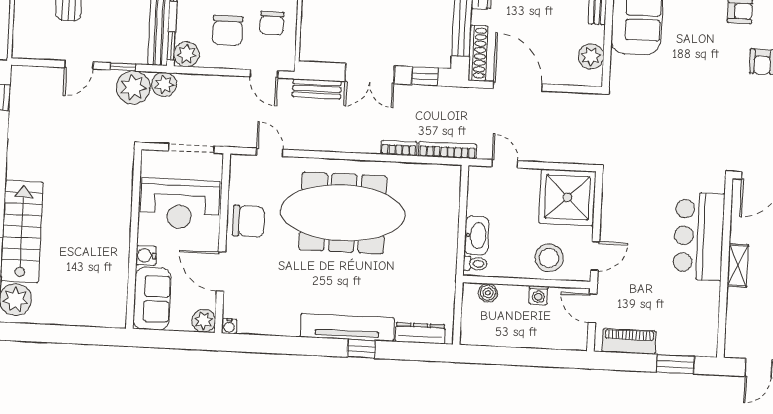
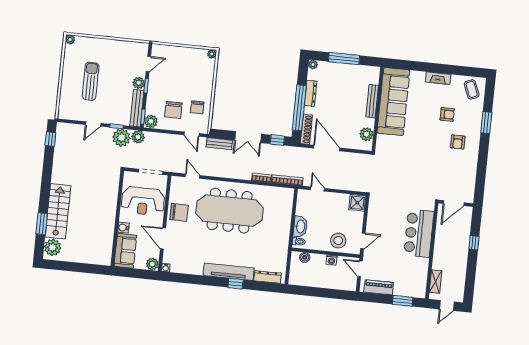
shower: (567, 197) -> (357, 203), width x0.54, depth x0.54
shelving: (738, 266) -> (435, 282), moved

